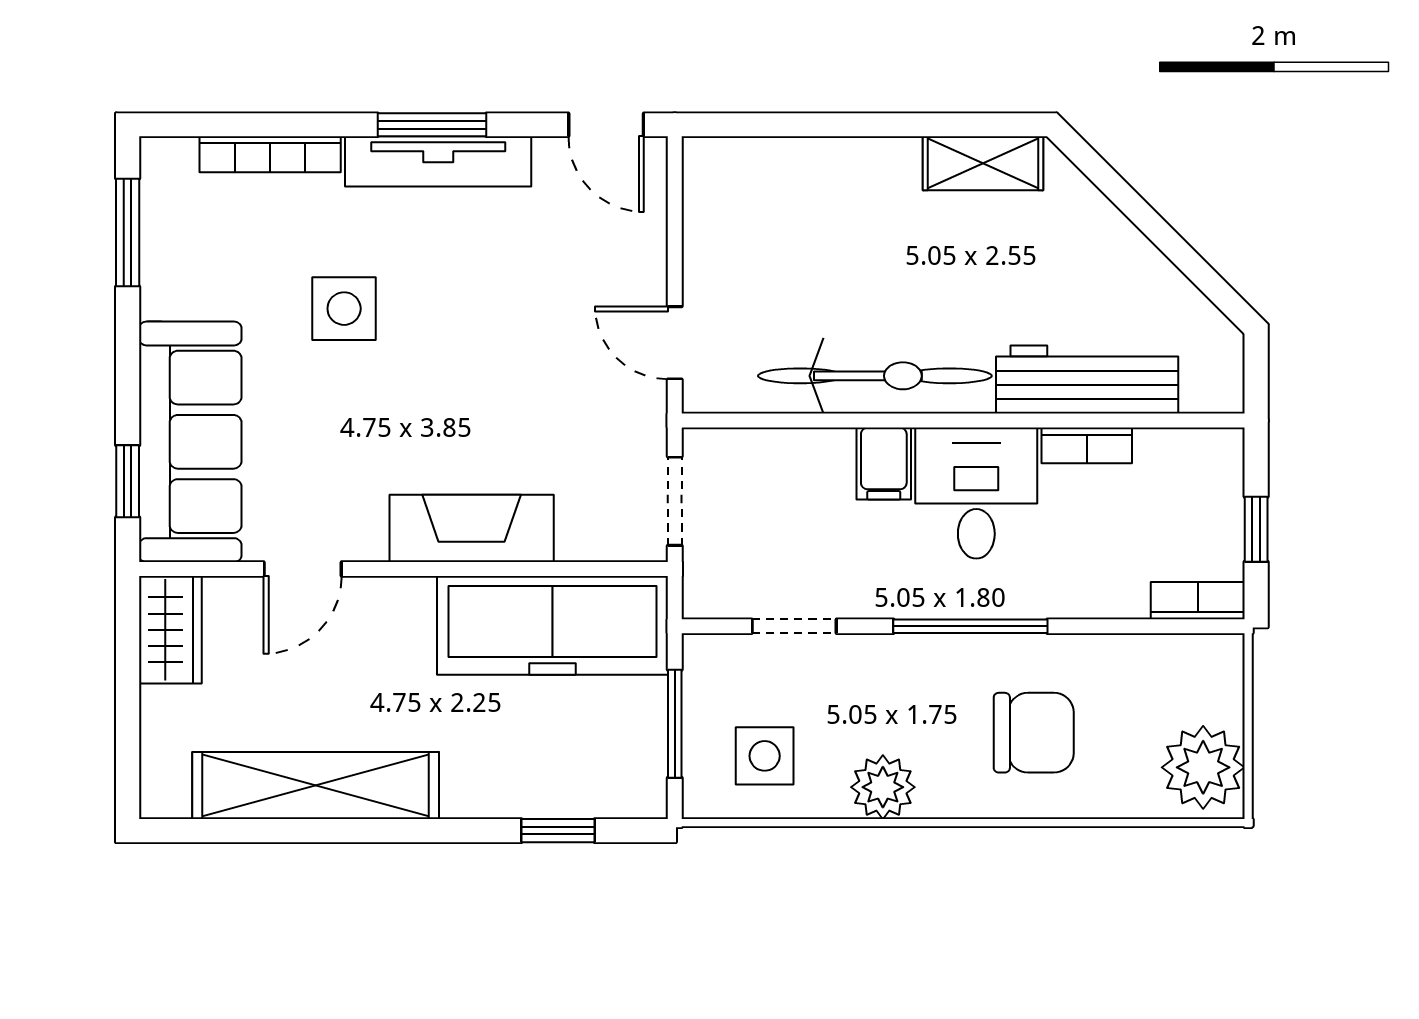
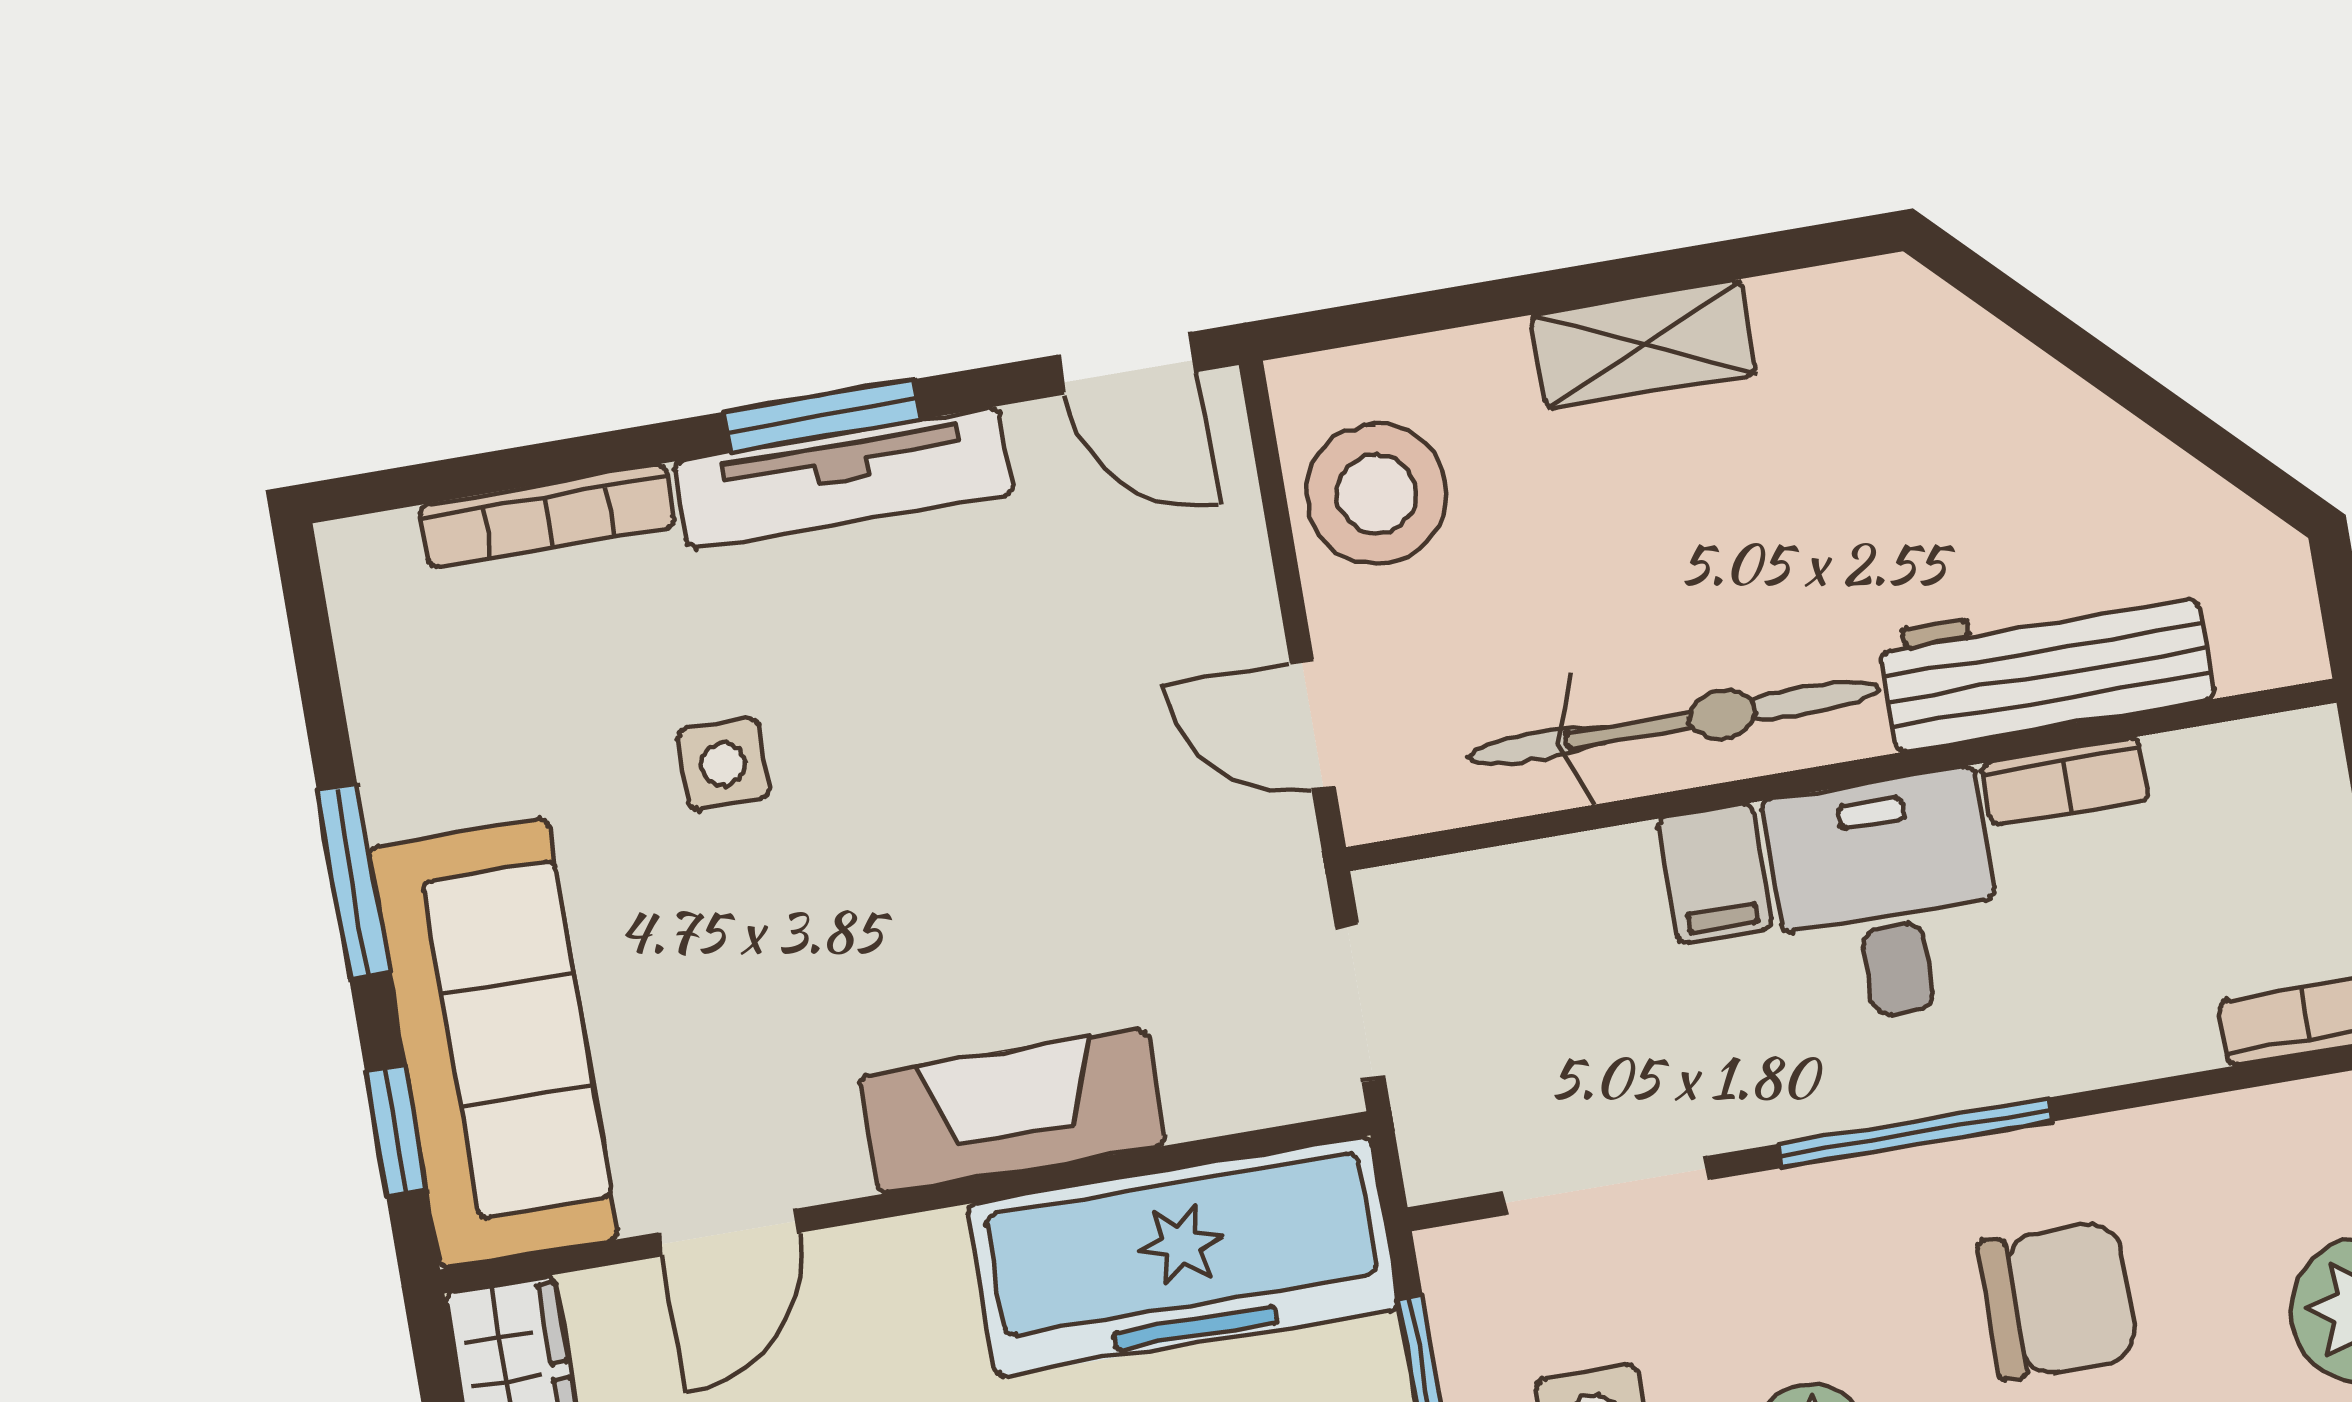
shelving: (983, 163) -> (1644, 345), moved
stool: (732, 221) -> (1377, 494), added
window: (128, 233) -> (353, 882), moved
side table: (344, 309) -> (723, 764), width x0.73, depth x0.73
doorway: (794, 626) -> (1607, 1185), width x1.38

